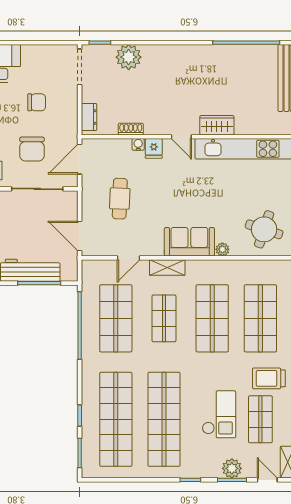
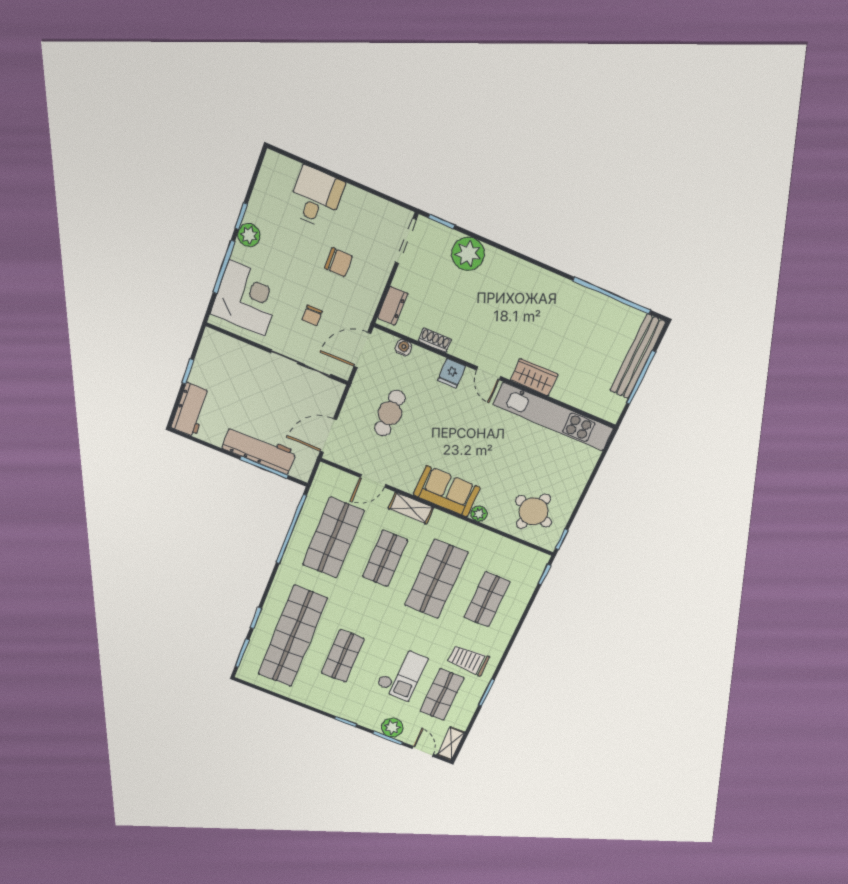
water cooler: (138, 144) -> (403, 348), moved
chair: (32, 149) -> (312, 315), width x0.54, depth x0.54
door: (80, 236) -> (328, 435), hinge flipped
shop shelf: (260, 318) -> (487, 599), width x0.70, depth x0.74
shop shelf: (164, 419) -> (343, 656), width x0.50, depth x0.74

